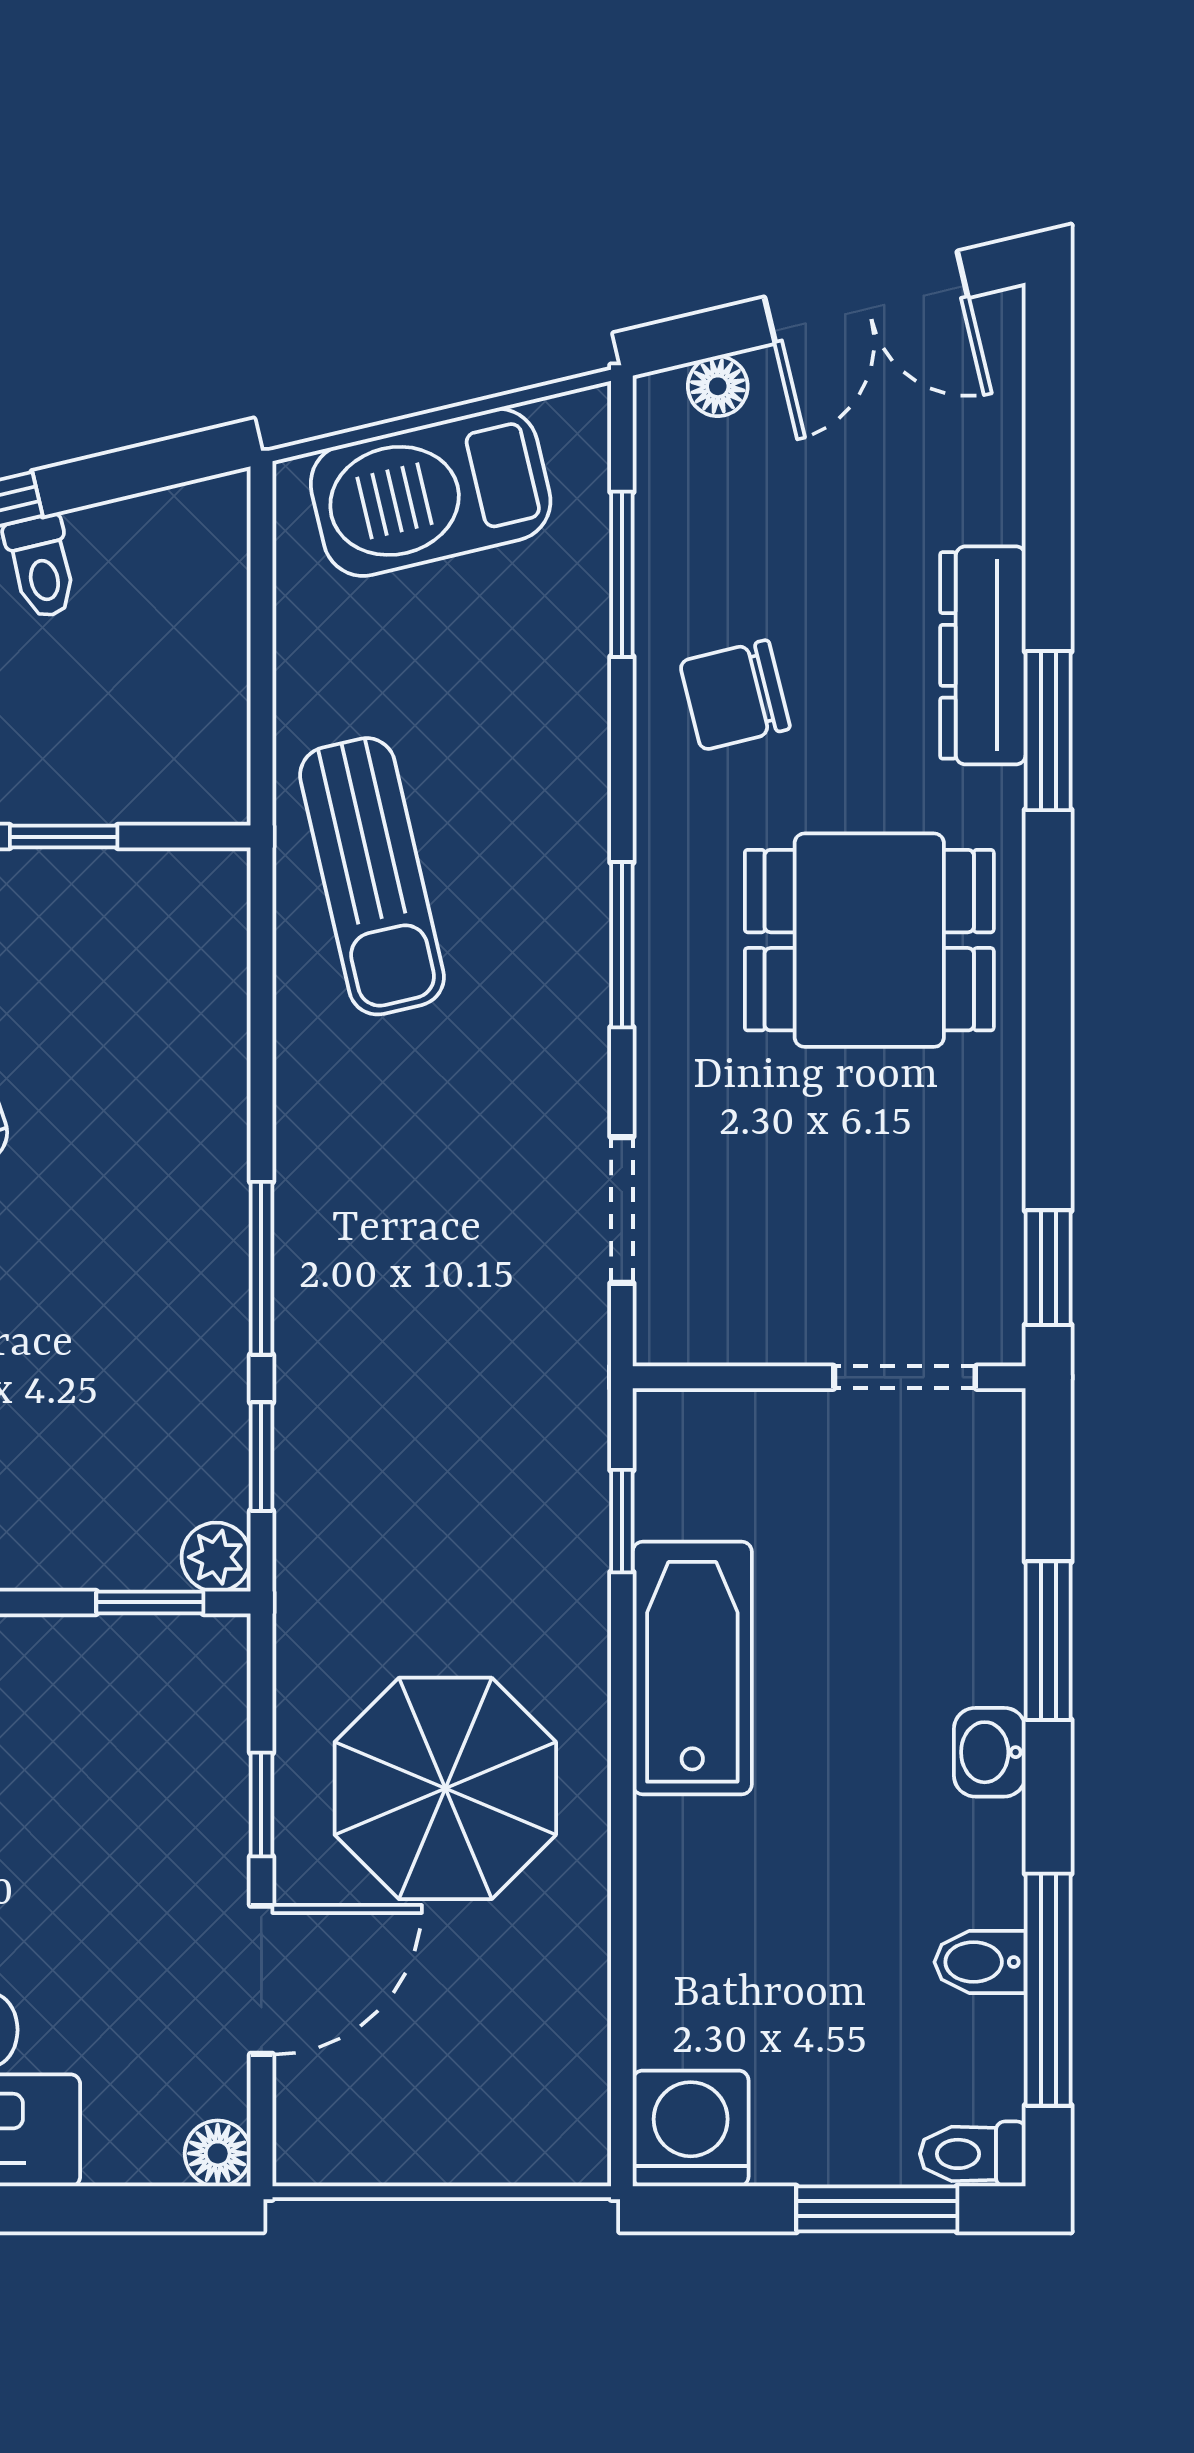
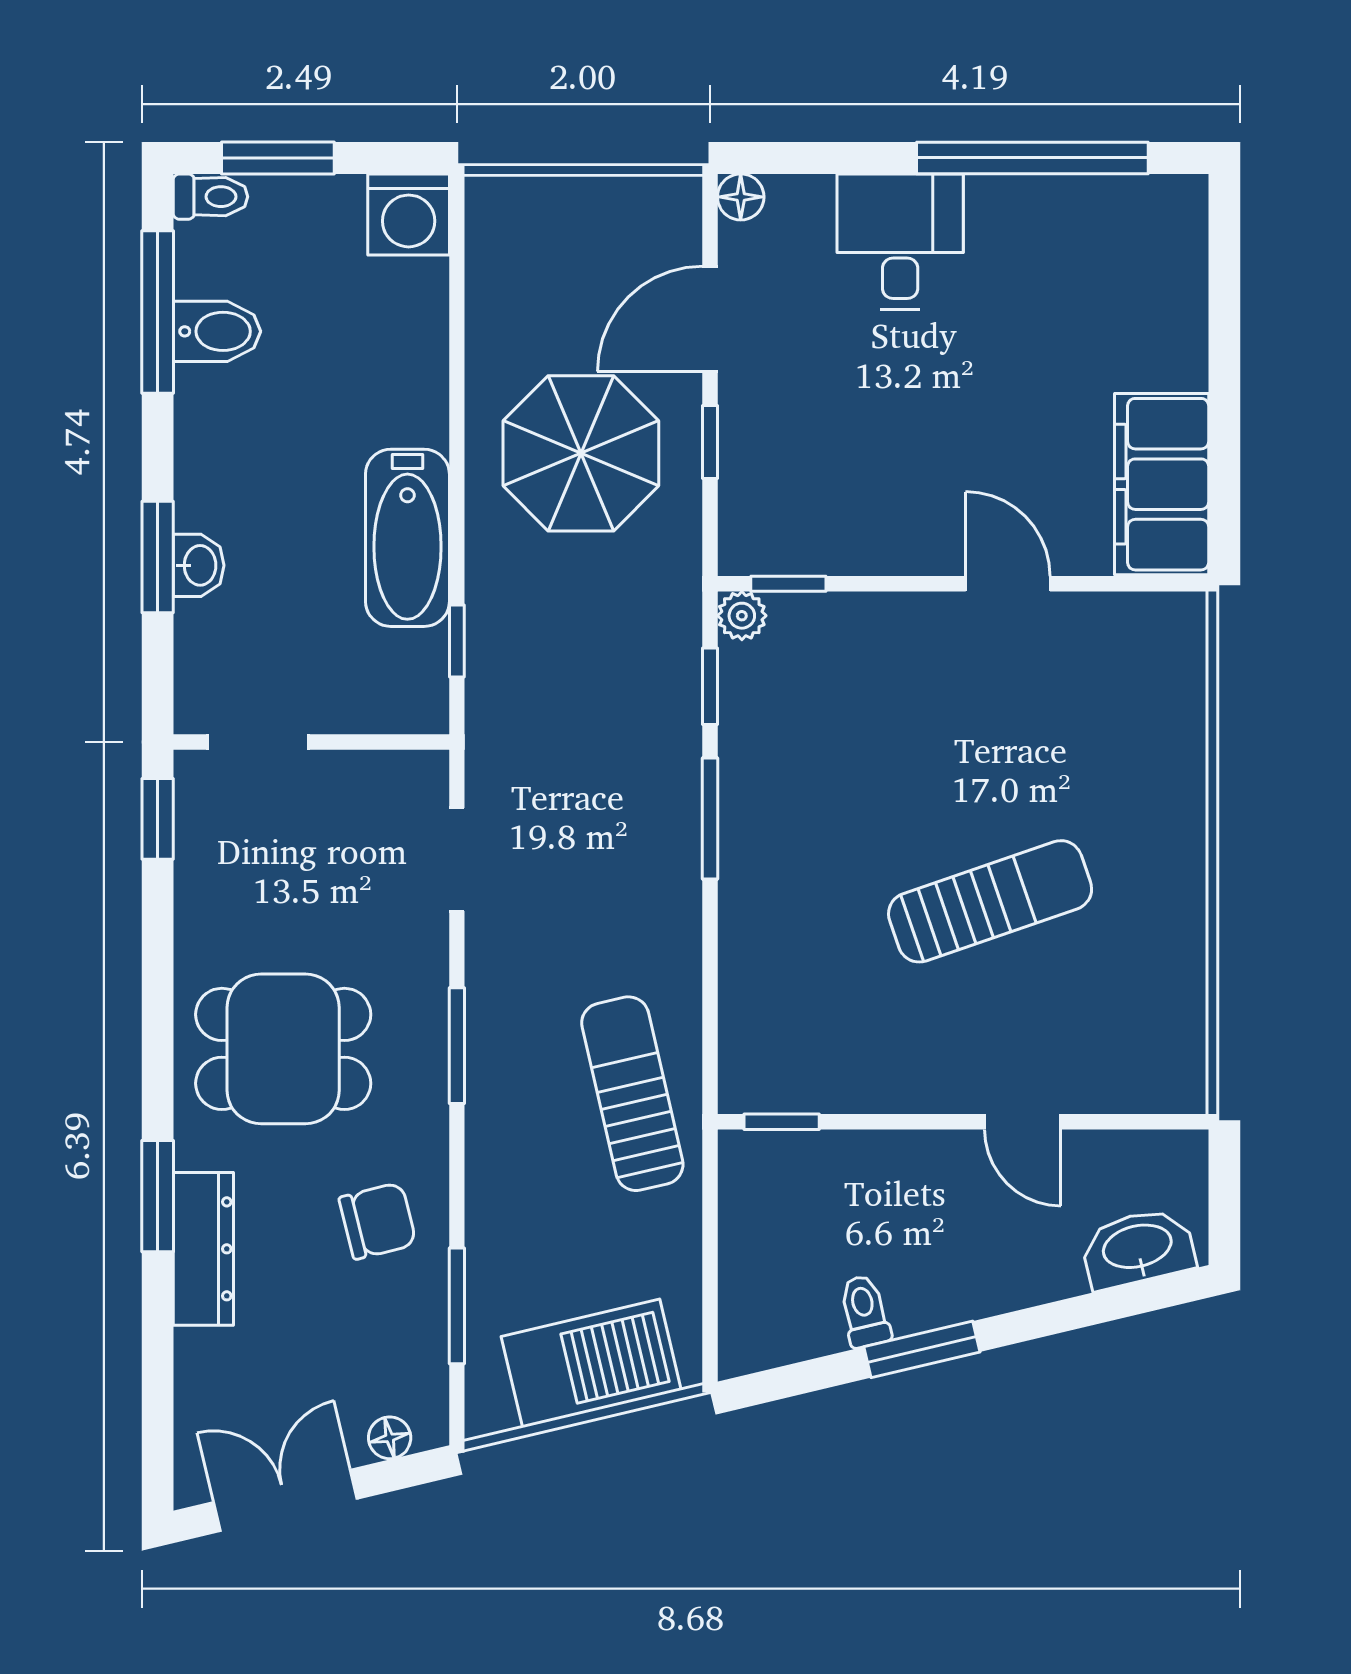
window: (64, 837) -> (782, 1122), moved
washbasin: (990, 1752) -> (199, 565), moved
bidet: (980, 1962) -> (217, 331), width x1.38, depth x1.36

